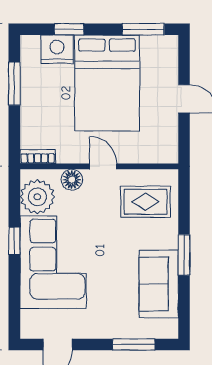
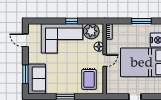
sofa: (159, 284) -> (37, 79), moved, turned 90

